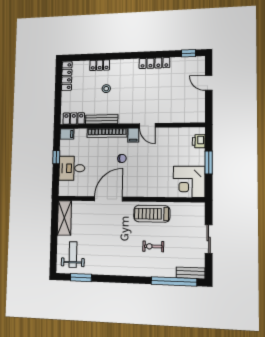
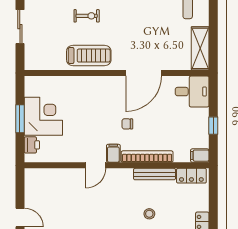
door: (147, 125) -> (96, 165), swing flipped
desk: (72, 168) -> (192, 92), moved
corner desk: (189, 182) -> (43, 116), moved

